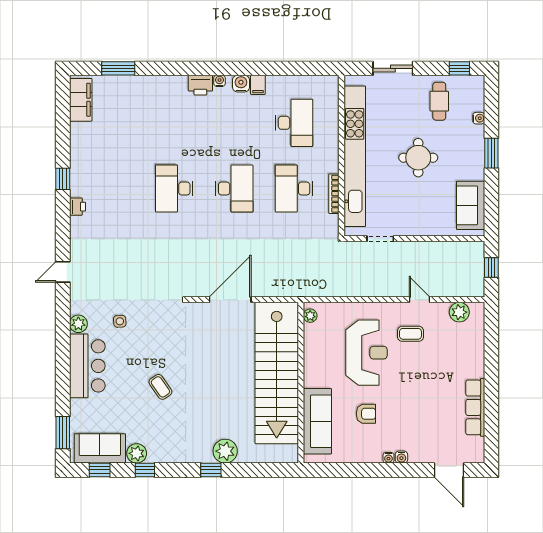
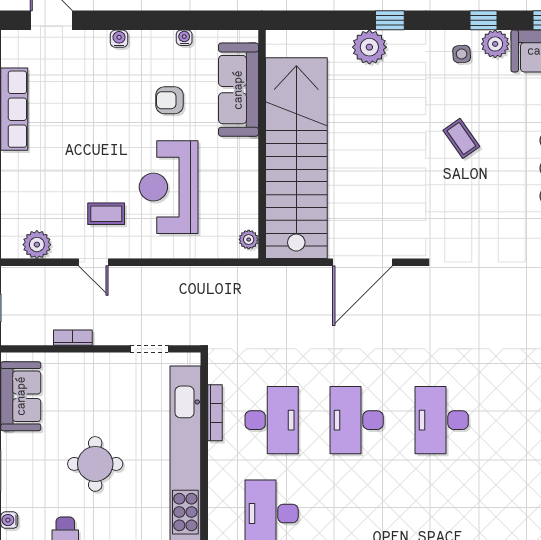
desk: (174, 189) -> (442, 420), turned 180
bookcase: (434, 247) -> (73, 338), added
side table: (120, 321) -> (462, 54), moved
water cooler: (388, 458) -> (184, 38), moved

